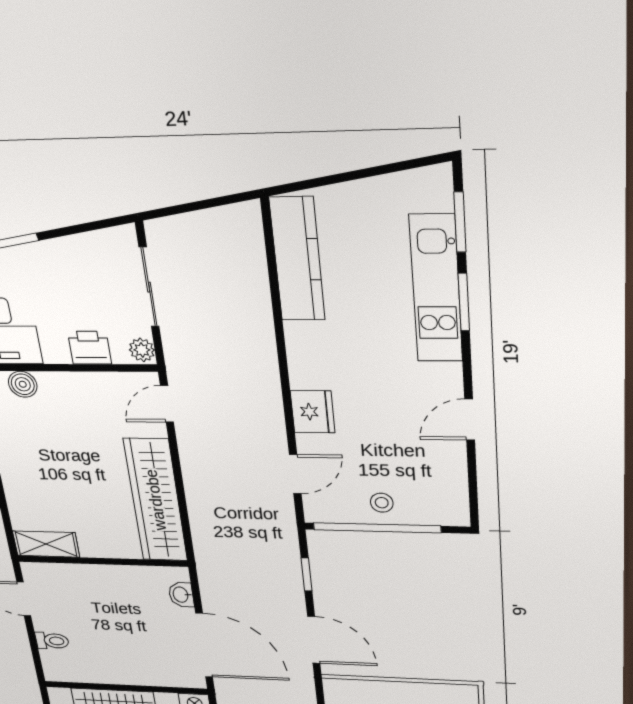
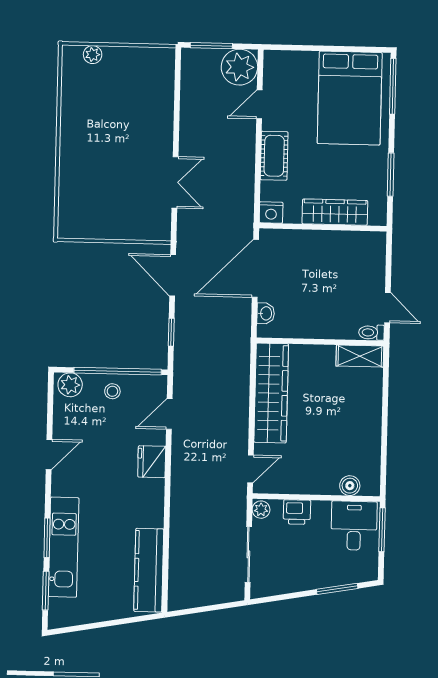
plant: (445, 511) -> (70, 385), added
toilet: (52, 641) -> (371, 332), moved
door: (204, 645) -> (255, 268), hinge flipped

